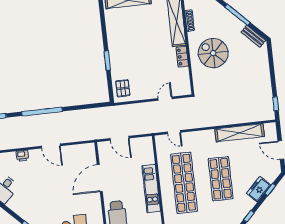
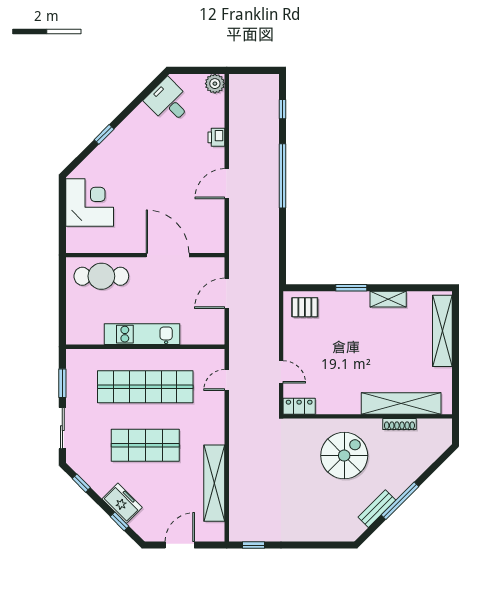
bench: (253, 36) -> (377, 509), moved
shelving: (112, 37) -> (388, 299), added
locker: (182, 57) -> (299, 406), moved

